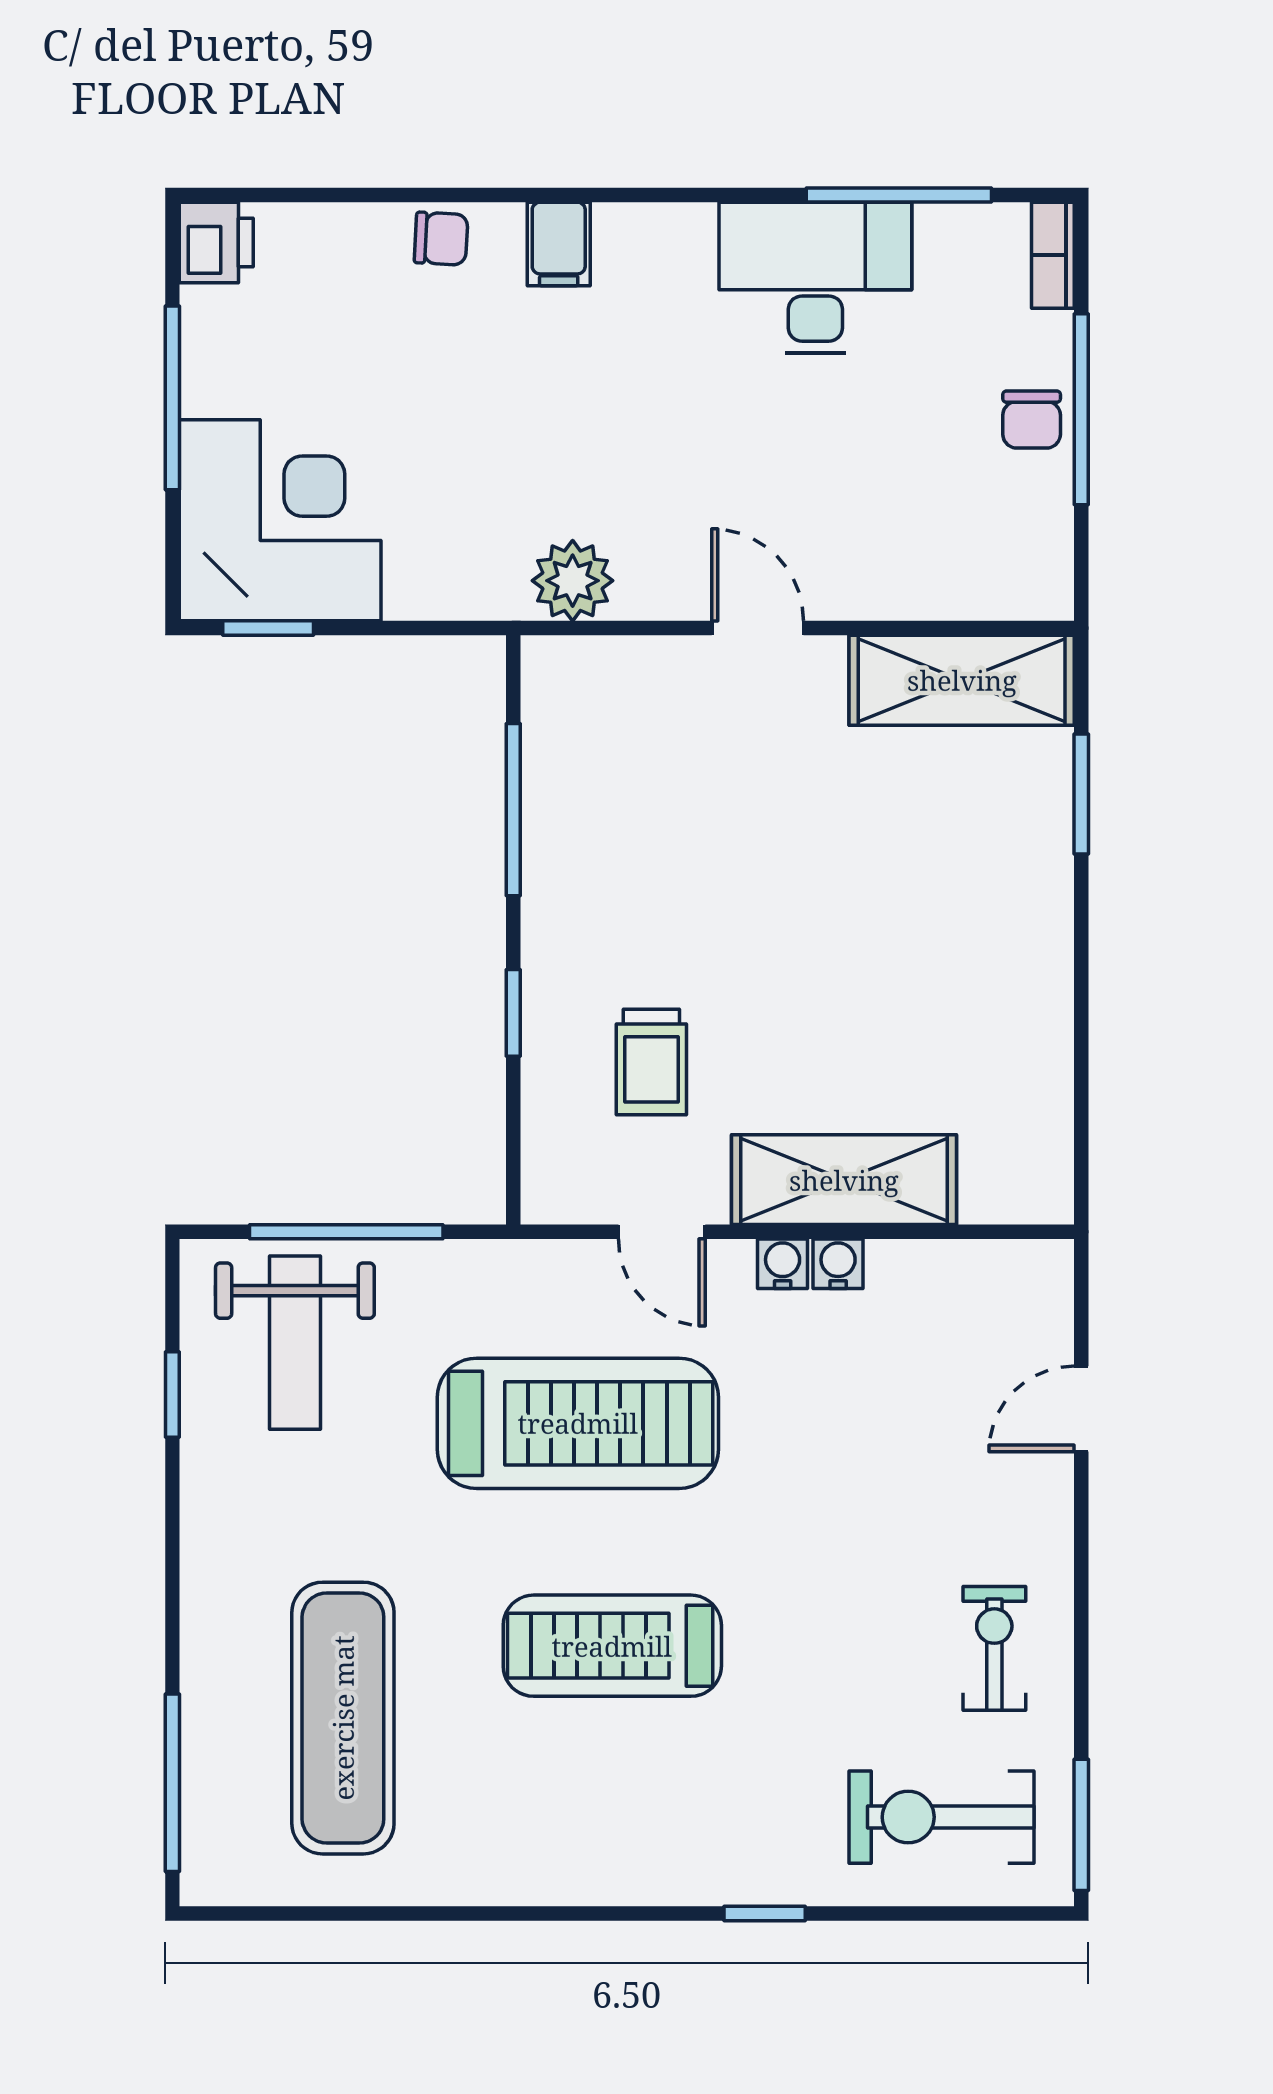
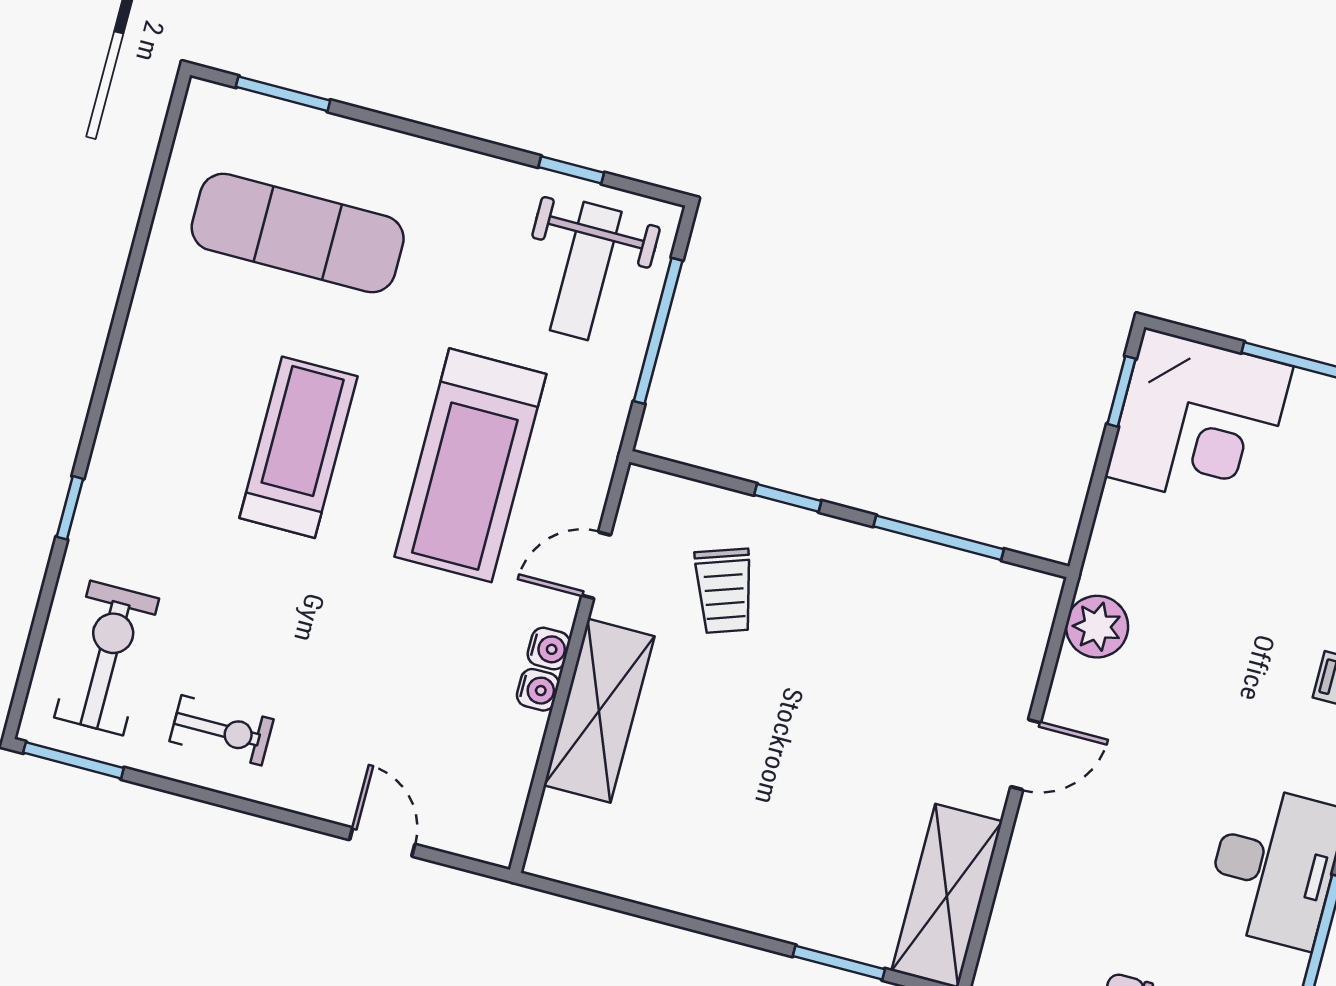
trolley: (651, 1062) -> (724, 591), turned -109
weight bench: (295, 1343) -> (586, 271), turned -90
window: (172, 1783) -> (283, 94), width x0.69

